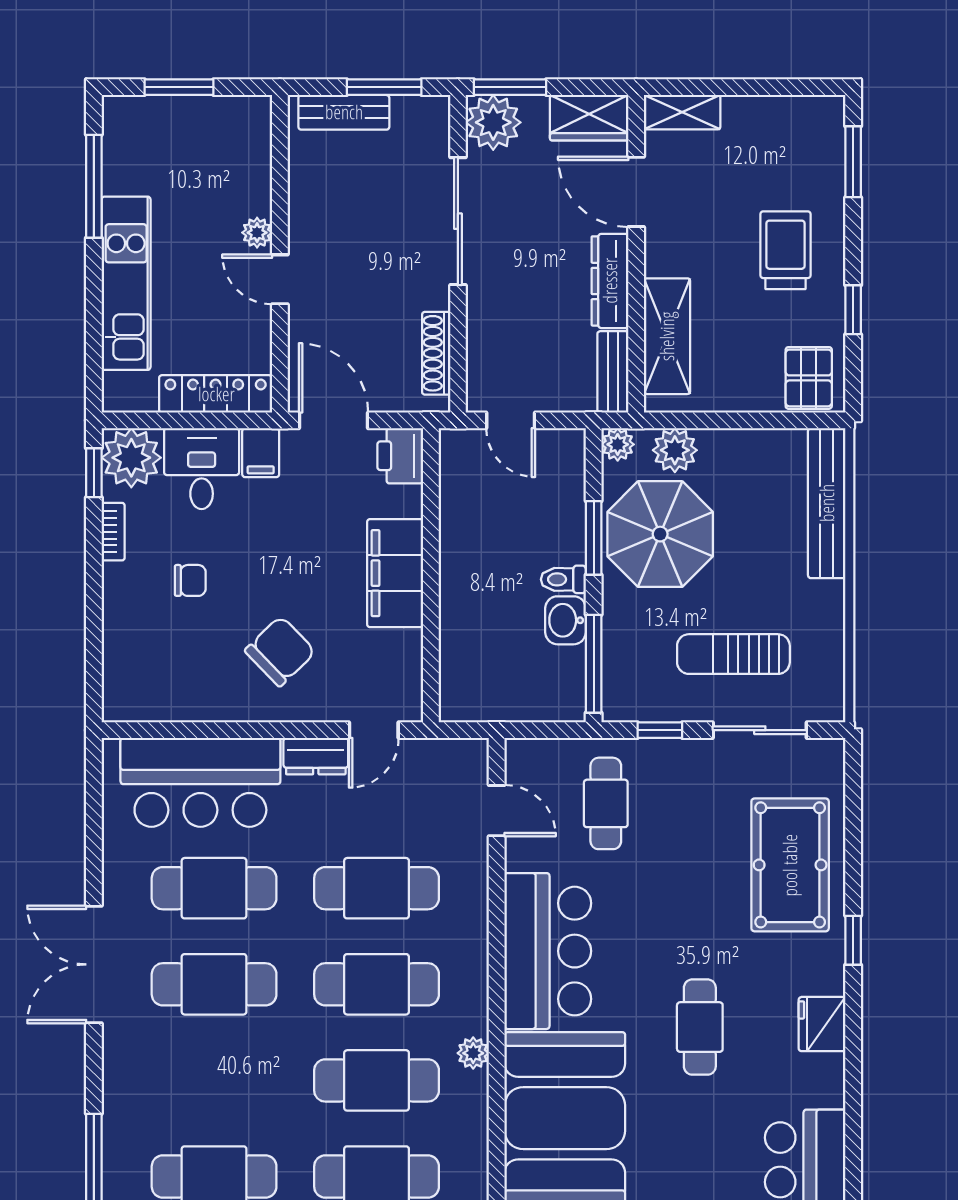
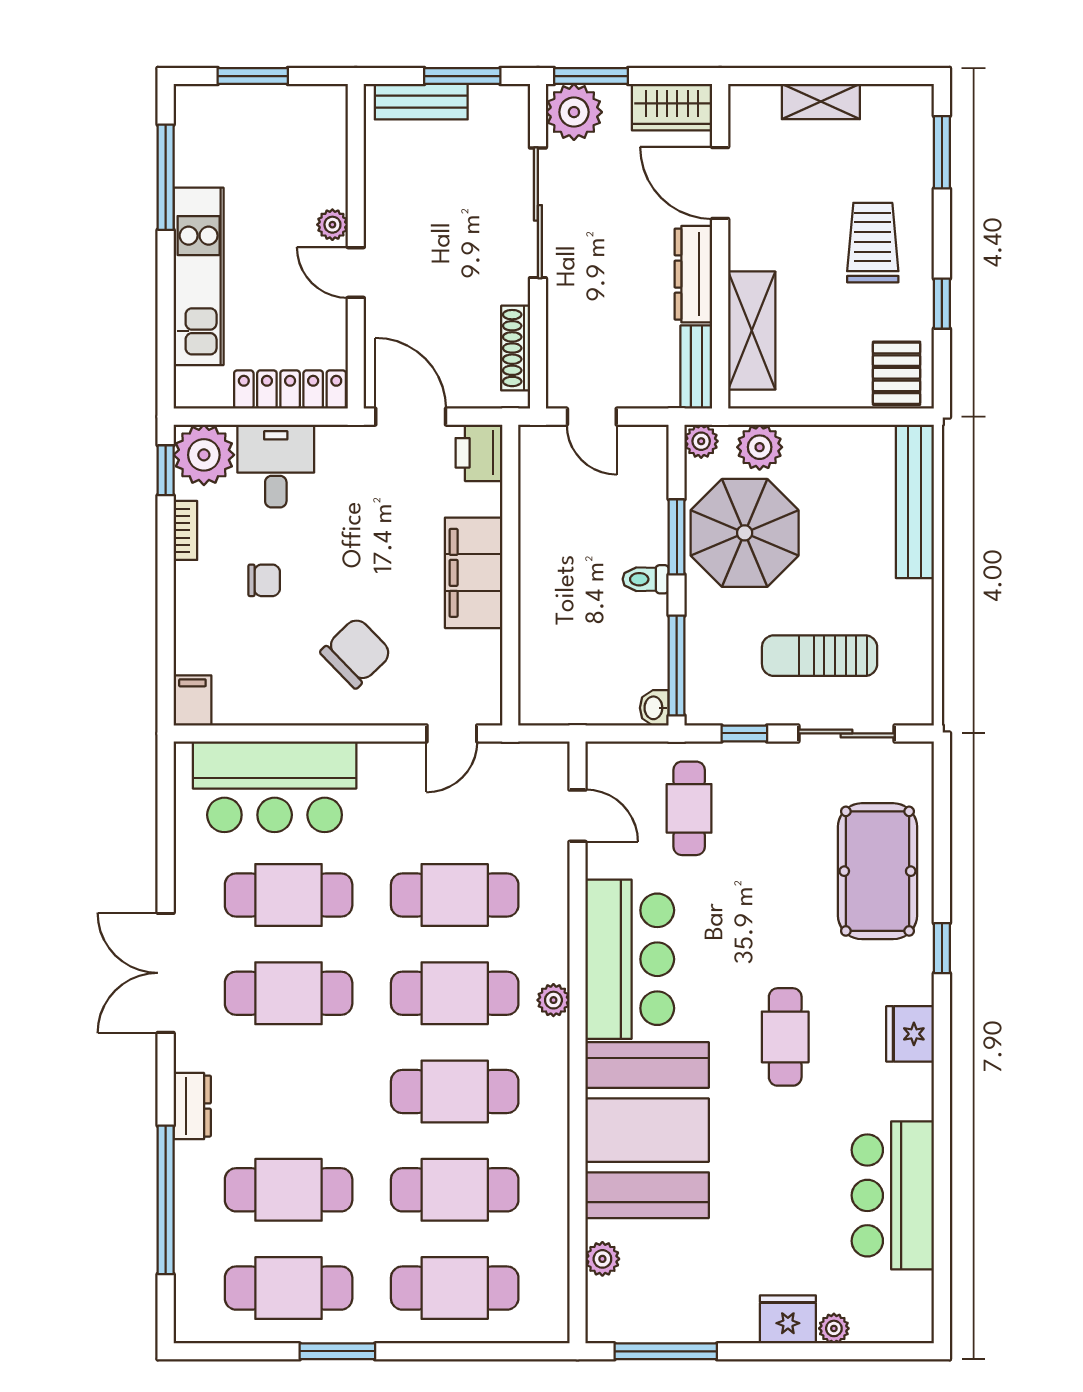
shelving: (682, 112) -> (821, 102), moved
filing cabinet: (261, 453) -> (192, 700), moved, turned 180
washbasin: (566, 620) -> (654, 708), moved, width x0.72, depth x0.69
dresser: (316, 756) -> (192, 1106), moved, turned -90
plant: (473, 1053) -> (553, 1000), moved

